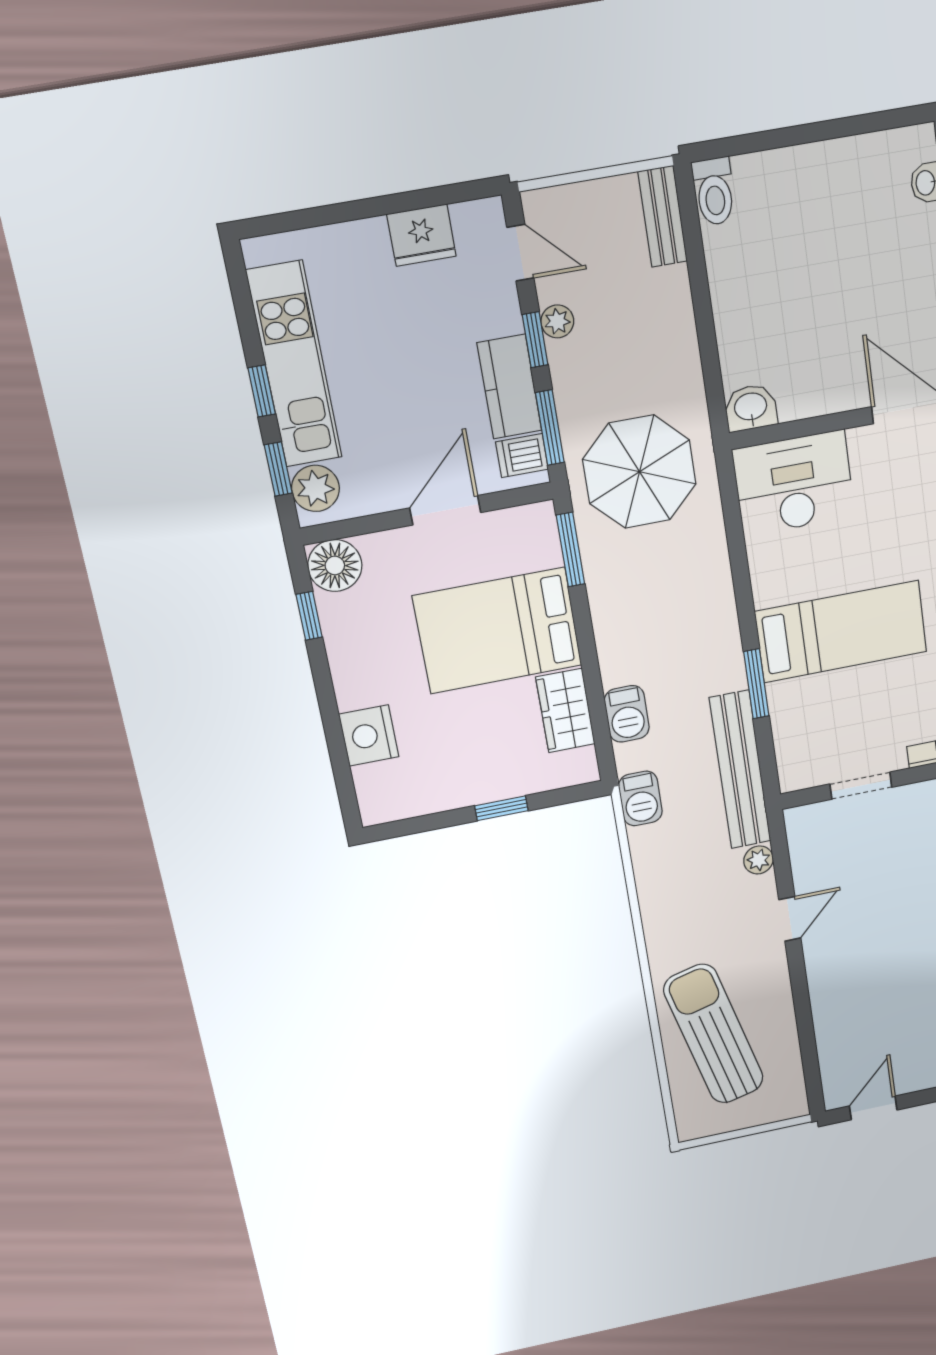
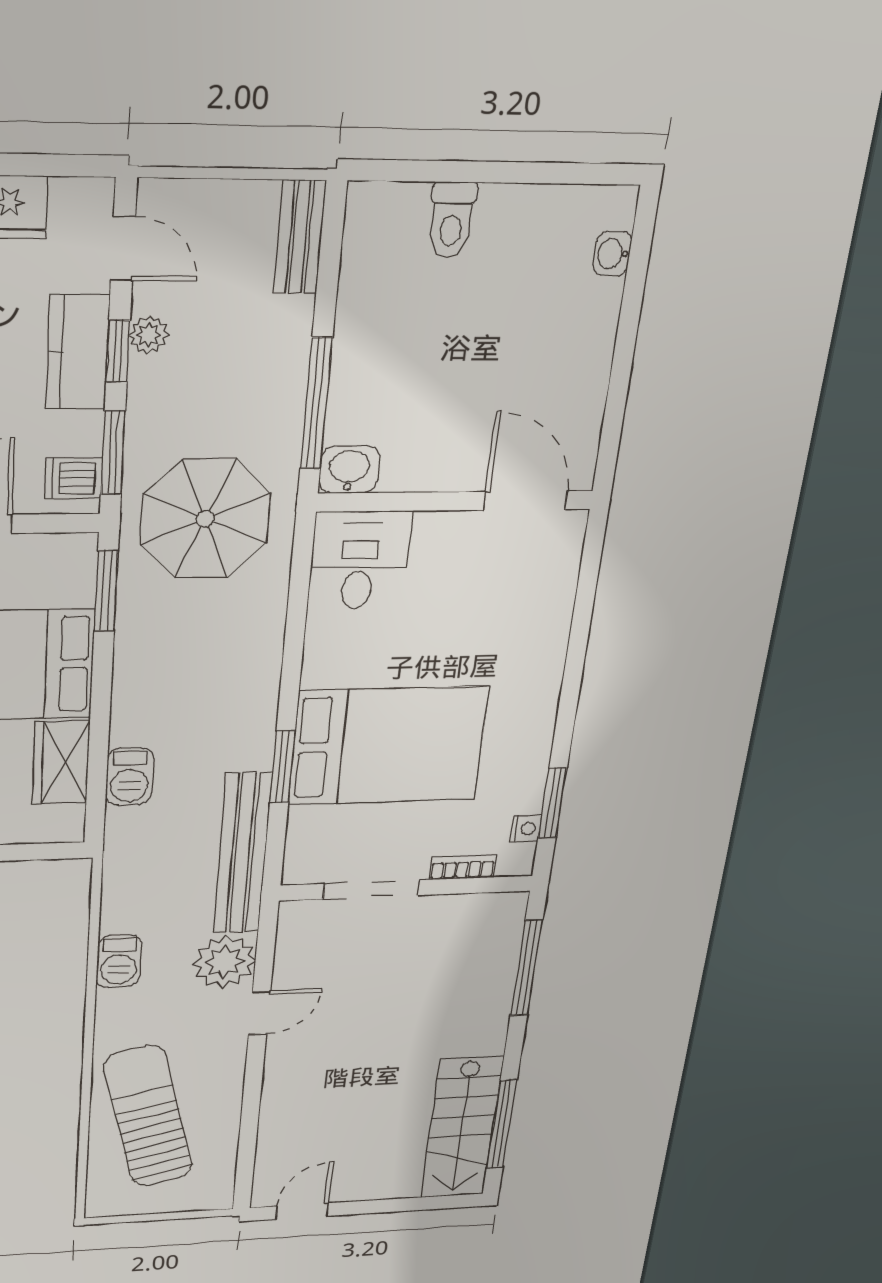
toilet: (714, 191) -> (452, 220), moved
window: (709, 356) -> (316, 404), added
kitchen counter: (509, 387) -> (78, 352), moved
desk: (794, 483) -> (360, 560), width x0.73
bed: (841, 632) -> (388, 746), width x1.50
doorway: (861, 786) -> (371, 890), width x1.38
barbecue: (640, 798) -> (119, 961), moved
plant: (759, 860) -> (224, 962), width x1.88, depth x1.88

